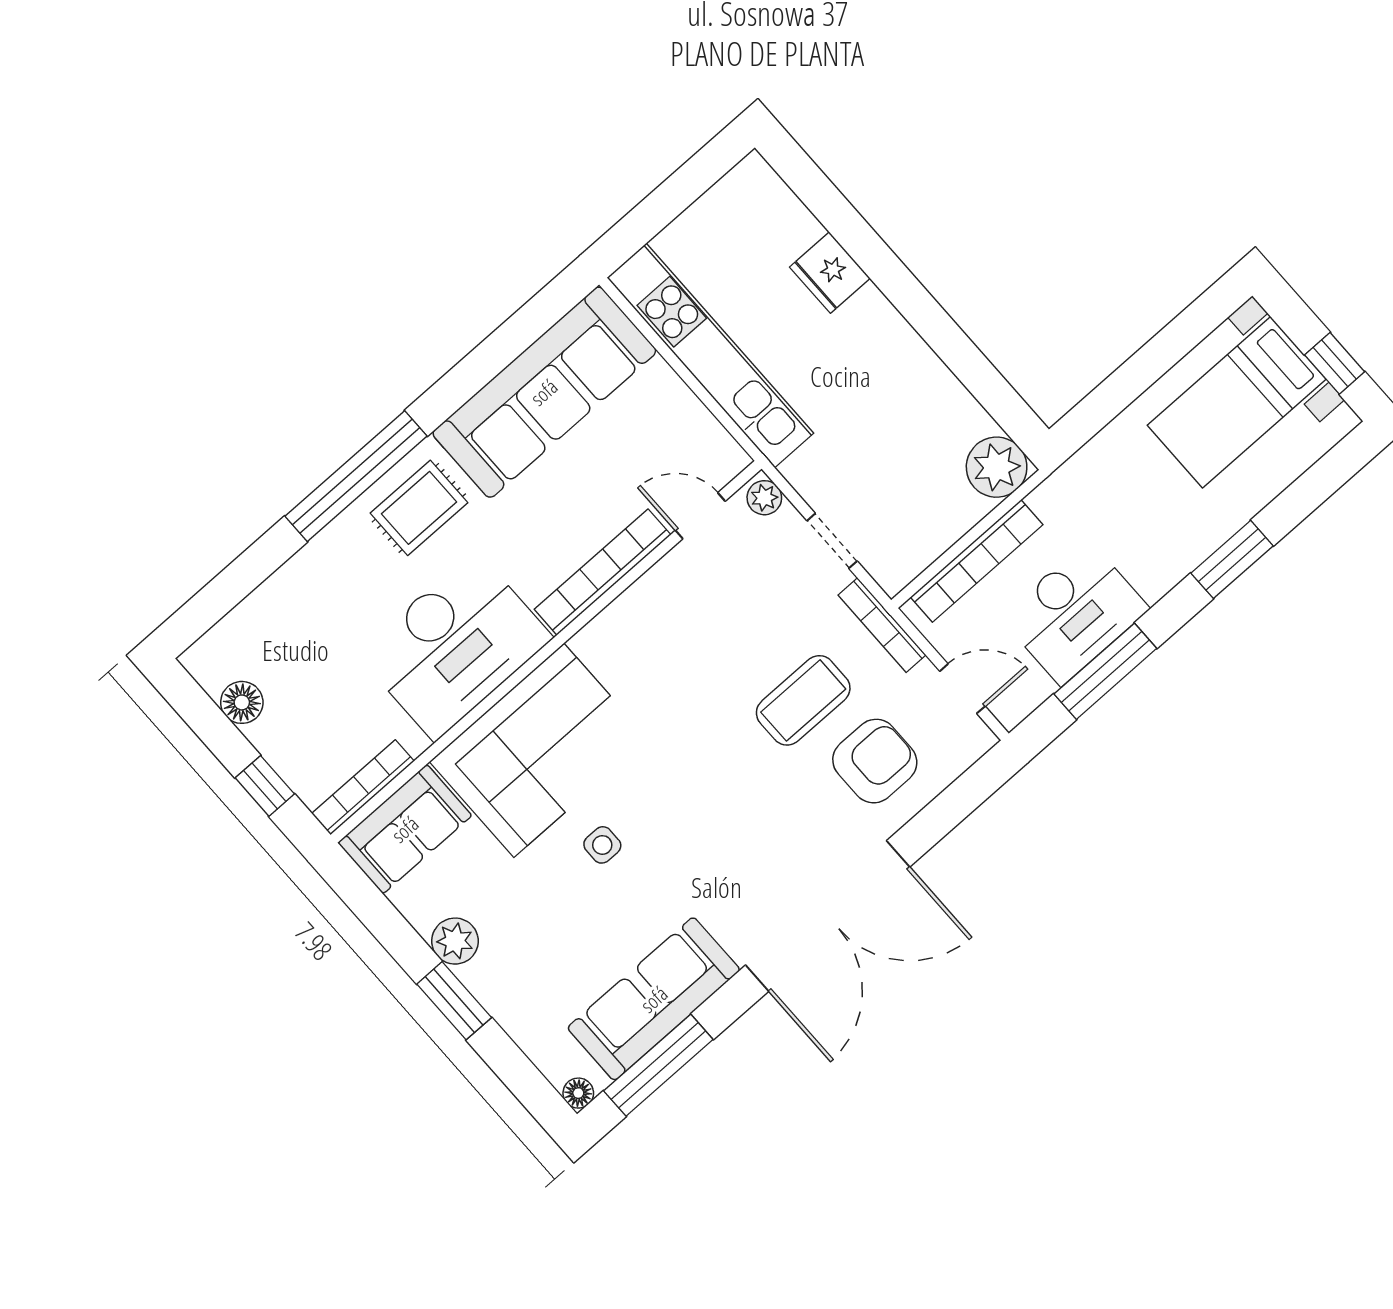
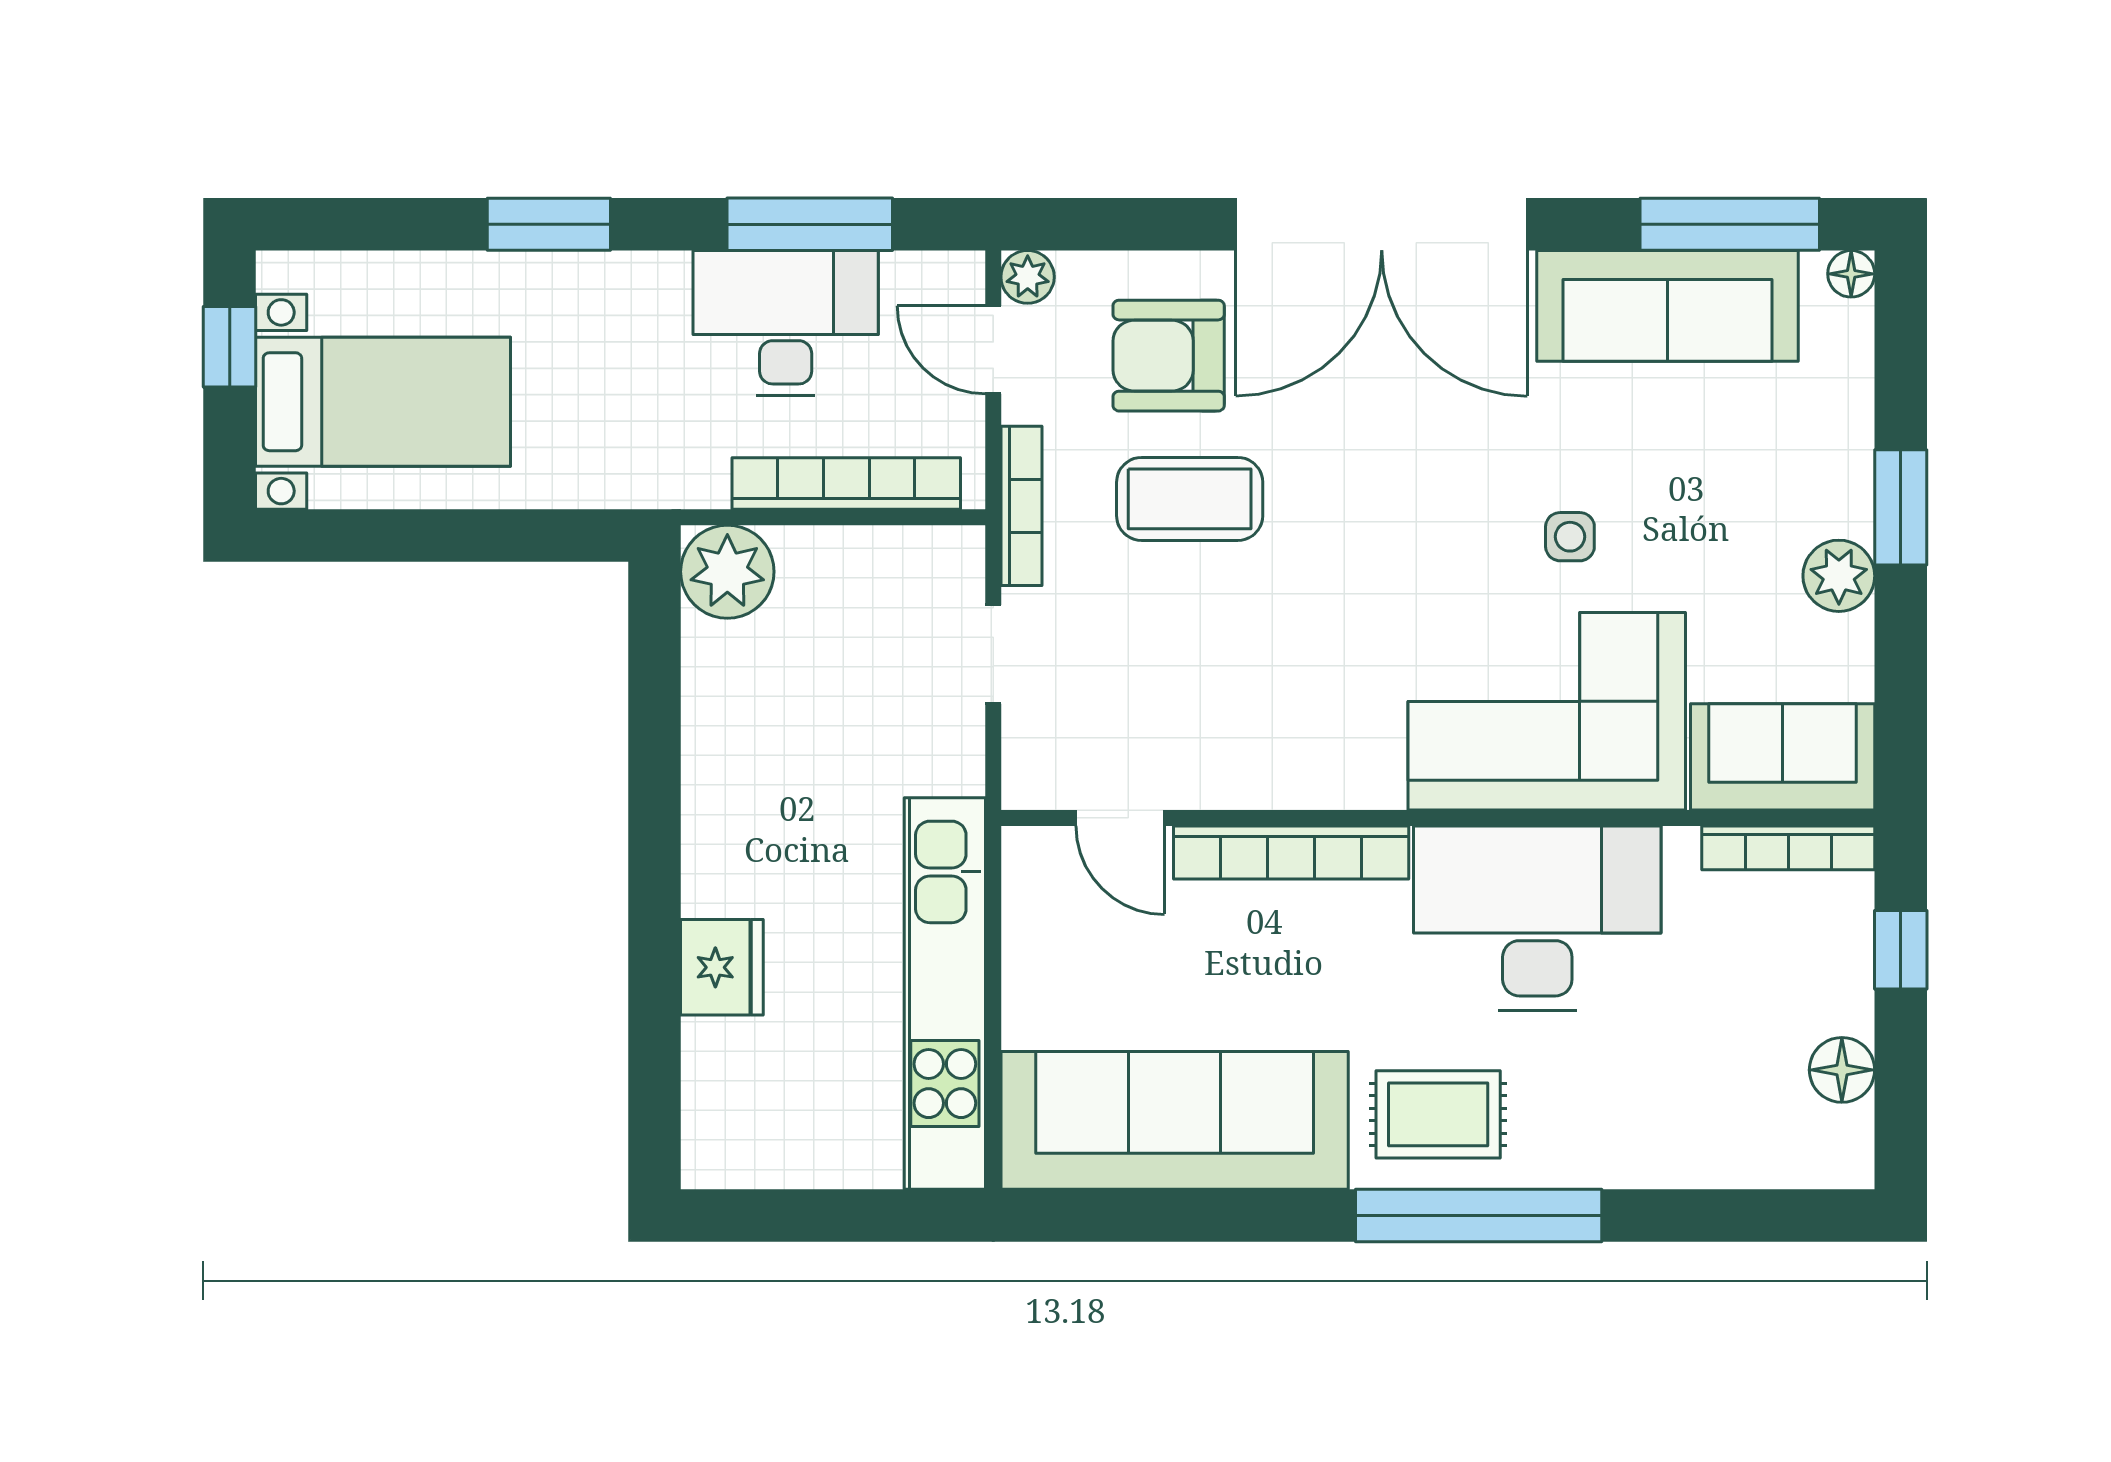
plant: (764, 498) -> (1028, 277), moved
double door: (828, 916) -> (1382, 224), swing flipped

